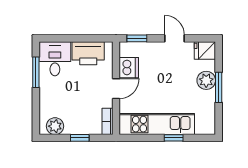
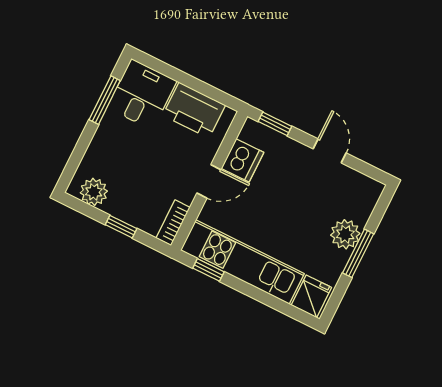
fridge: (205, 50) -> (311, 296), moved, turned 90
window: (174, 138) -> (208, 270), moved

